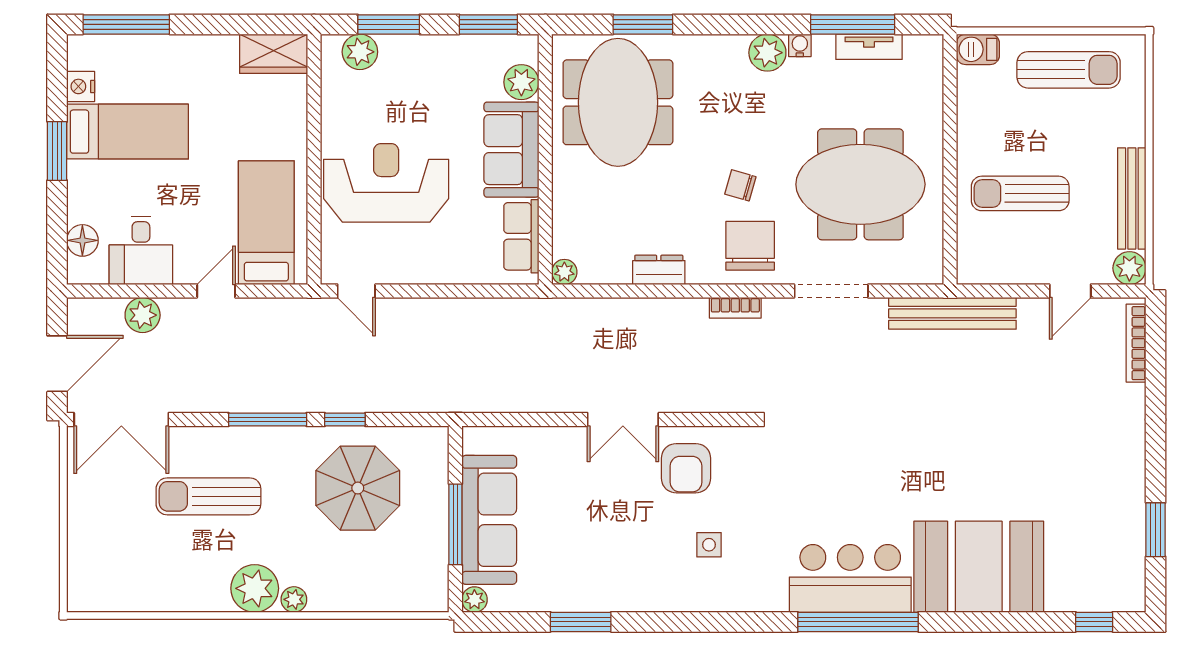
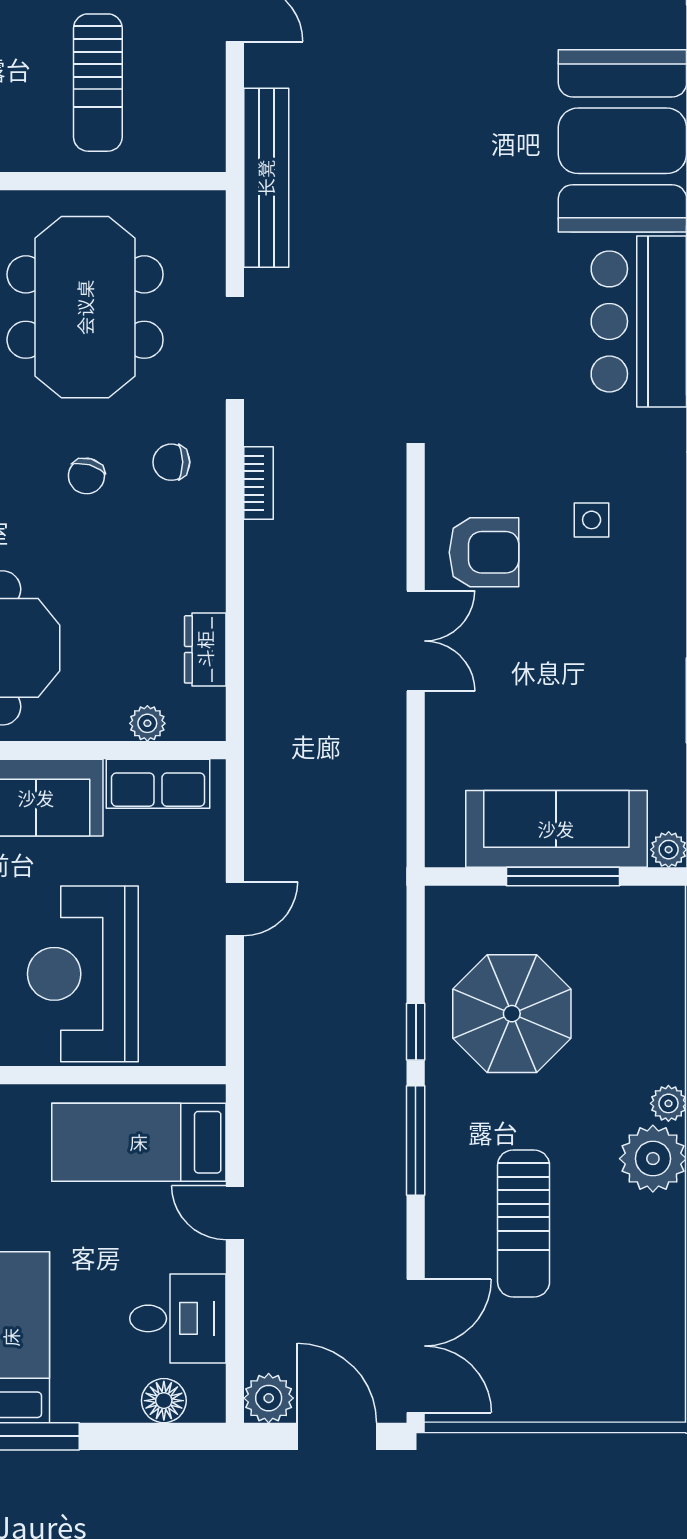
chair: (750, 246) -> (171, 462), width x0.54, depth x0.54
dresser: (659, 270) -> (205, 649), moved
plant: (564, 272) -> (147, 723), moved
door: (356, 291) -> (235, 909), moved
plant: (143, 315) -> (269, 1398), moved

